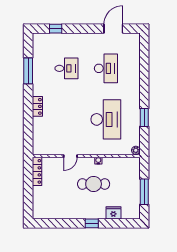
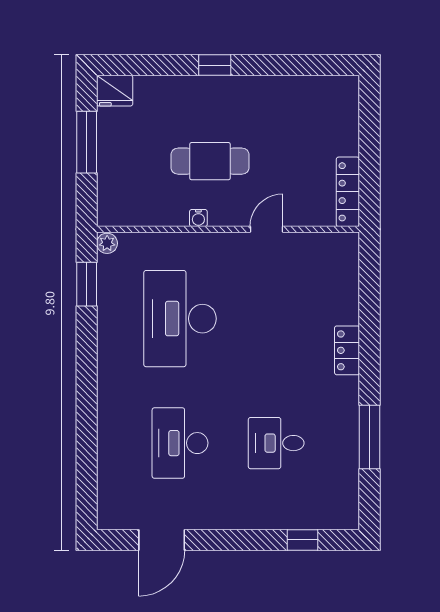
window: (144, 117) -> (87, 284), moved
fridge: (113, 213) -> (115, 91), moved

